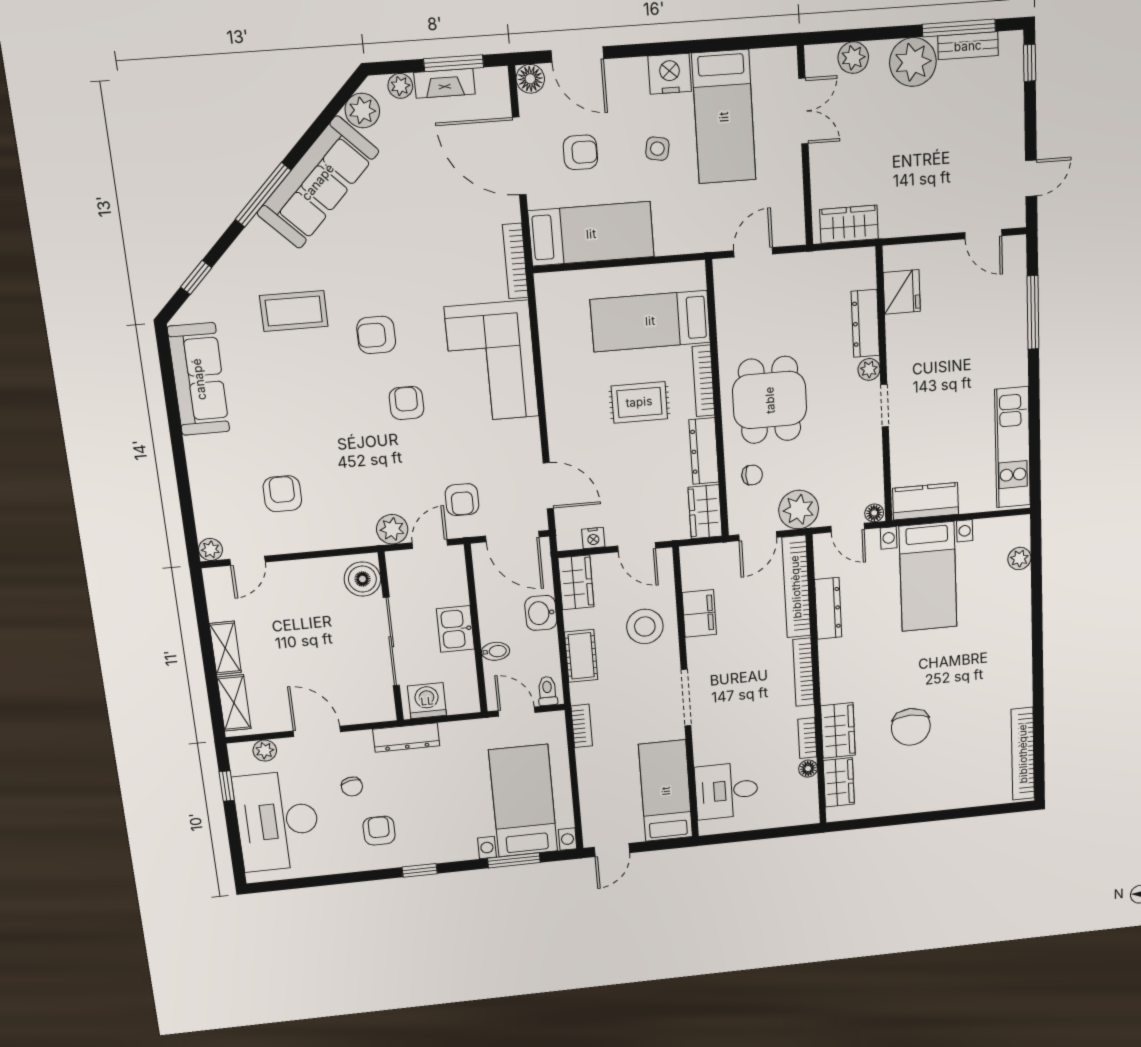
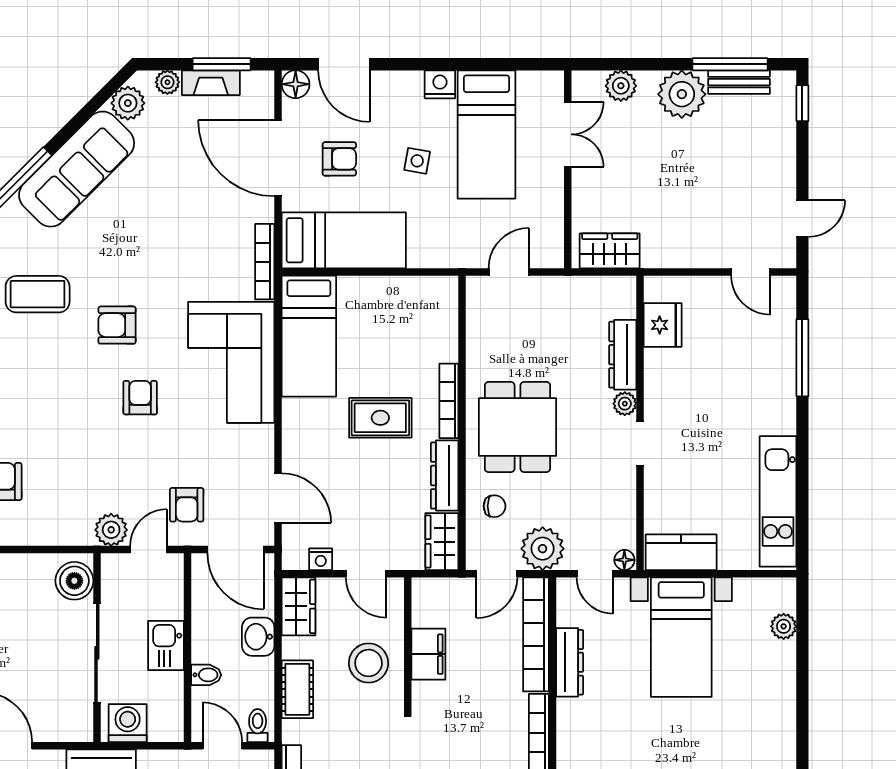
nightstand: (670, 74) -> (440, 84), width x0.74, depth x0.75
bed: (650, 321) -> (309, 336), moved, turned -90

